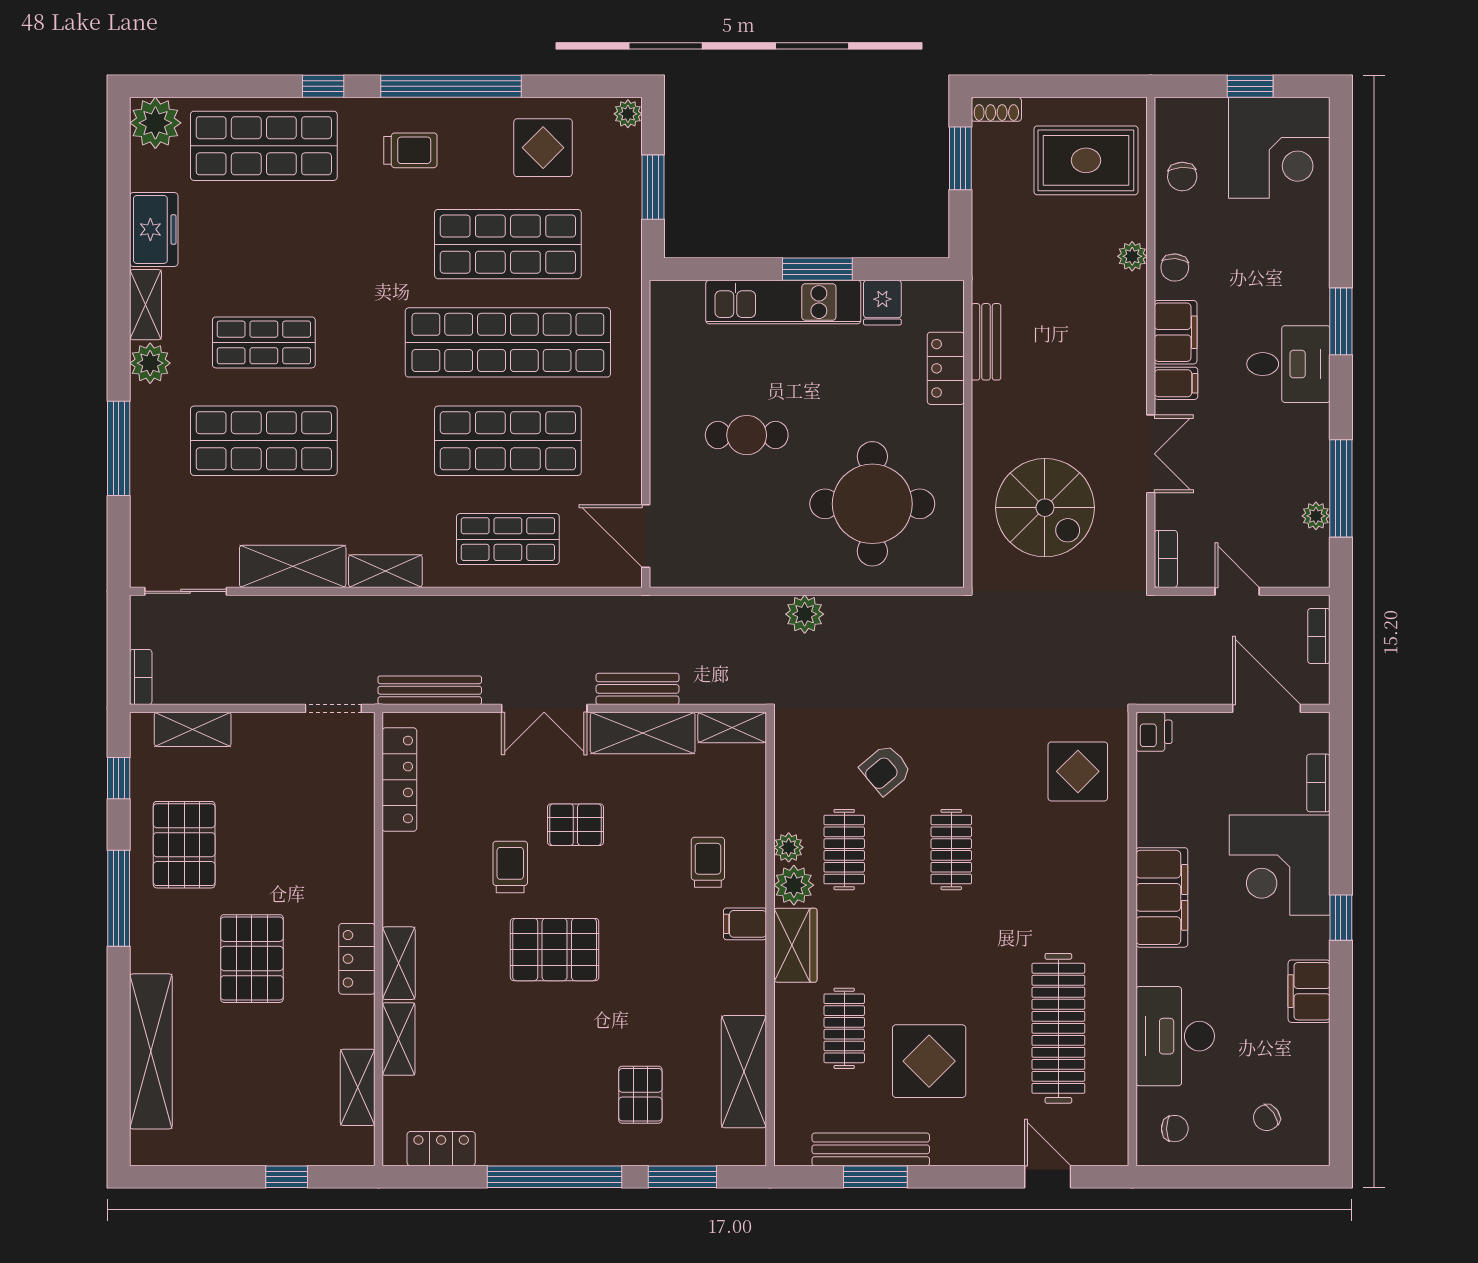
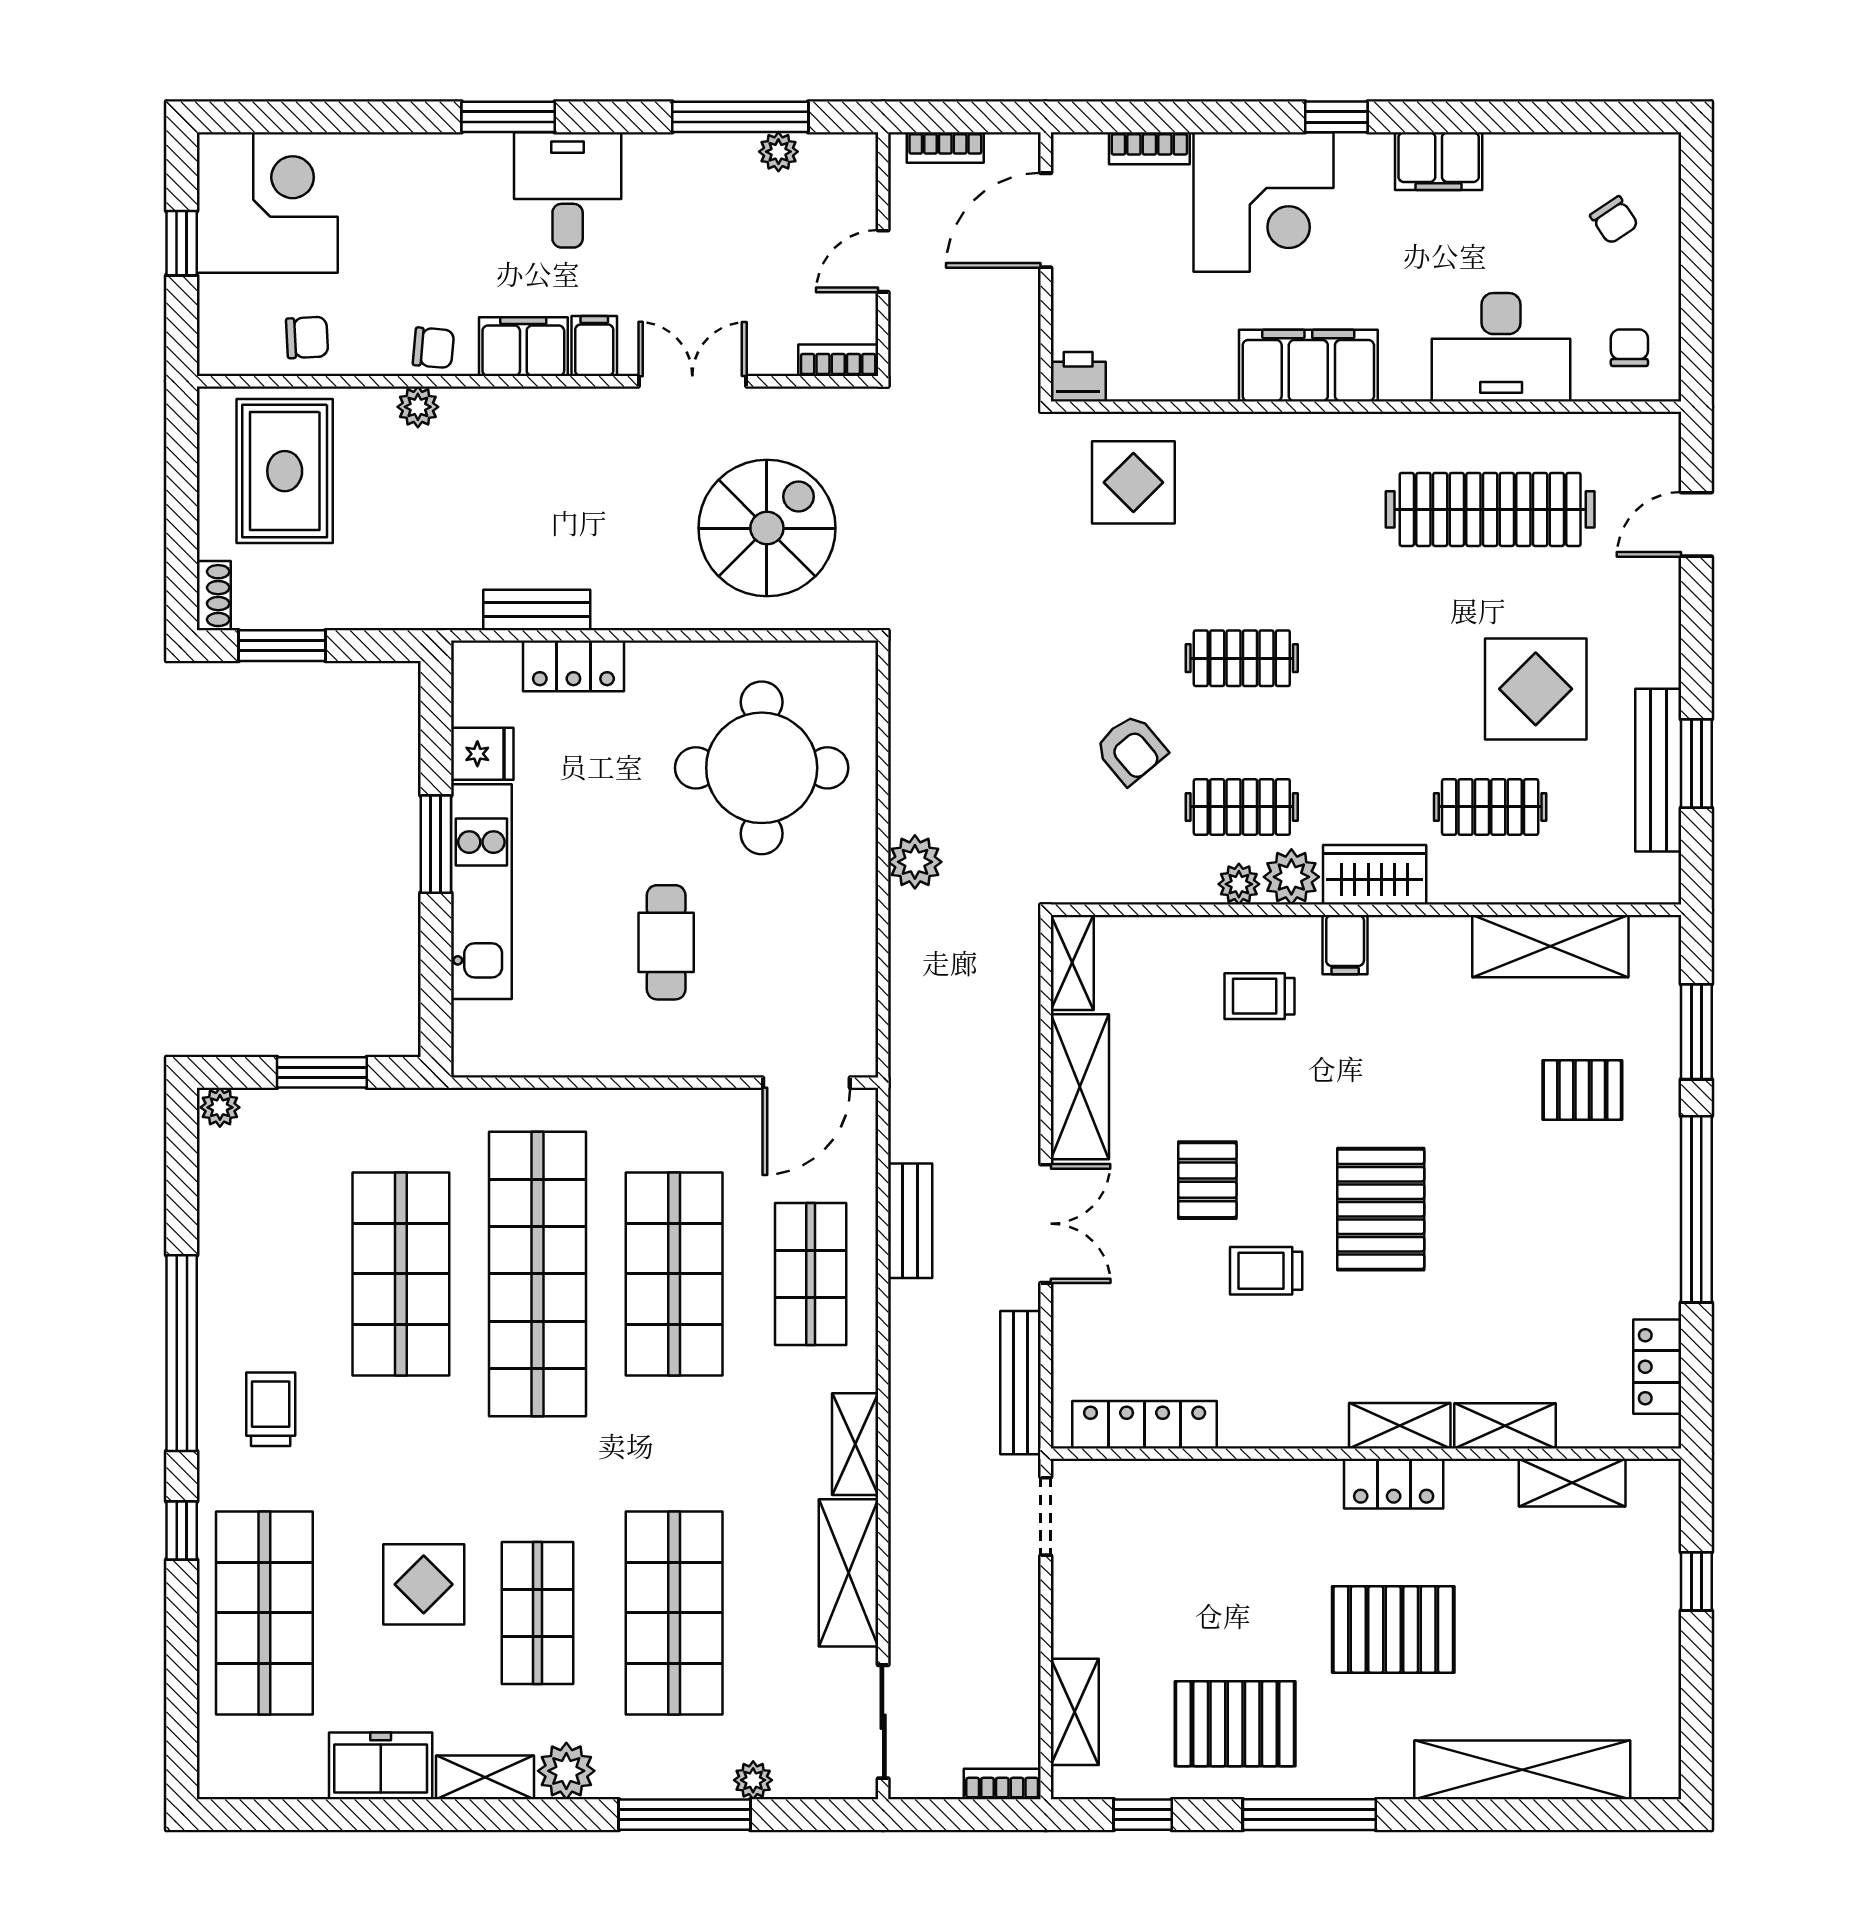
plant: (155, 123) -> (753, 1780), moved, width x0.53, depth x0.53
display table: (543, 148) -> (424, 1584), moved
bench: (638, 689) -> (910, 1221), moved

